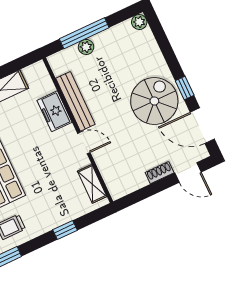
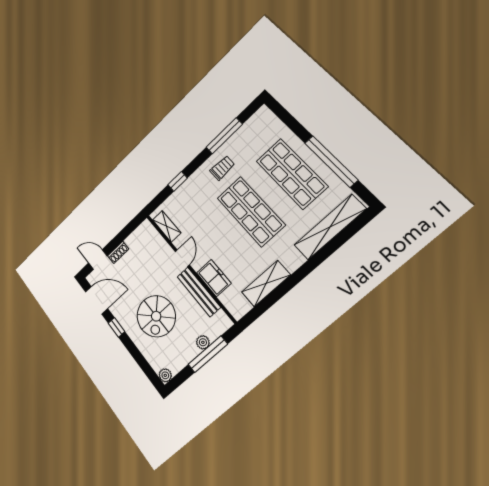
spiral stairs: (154, 101) -> (156, 316), moved
door: (84, 143) -> (182, 258), swing flipped

